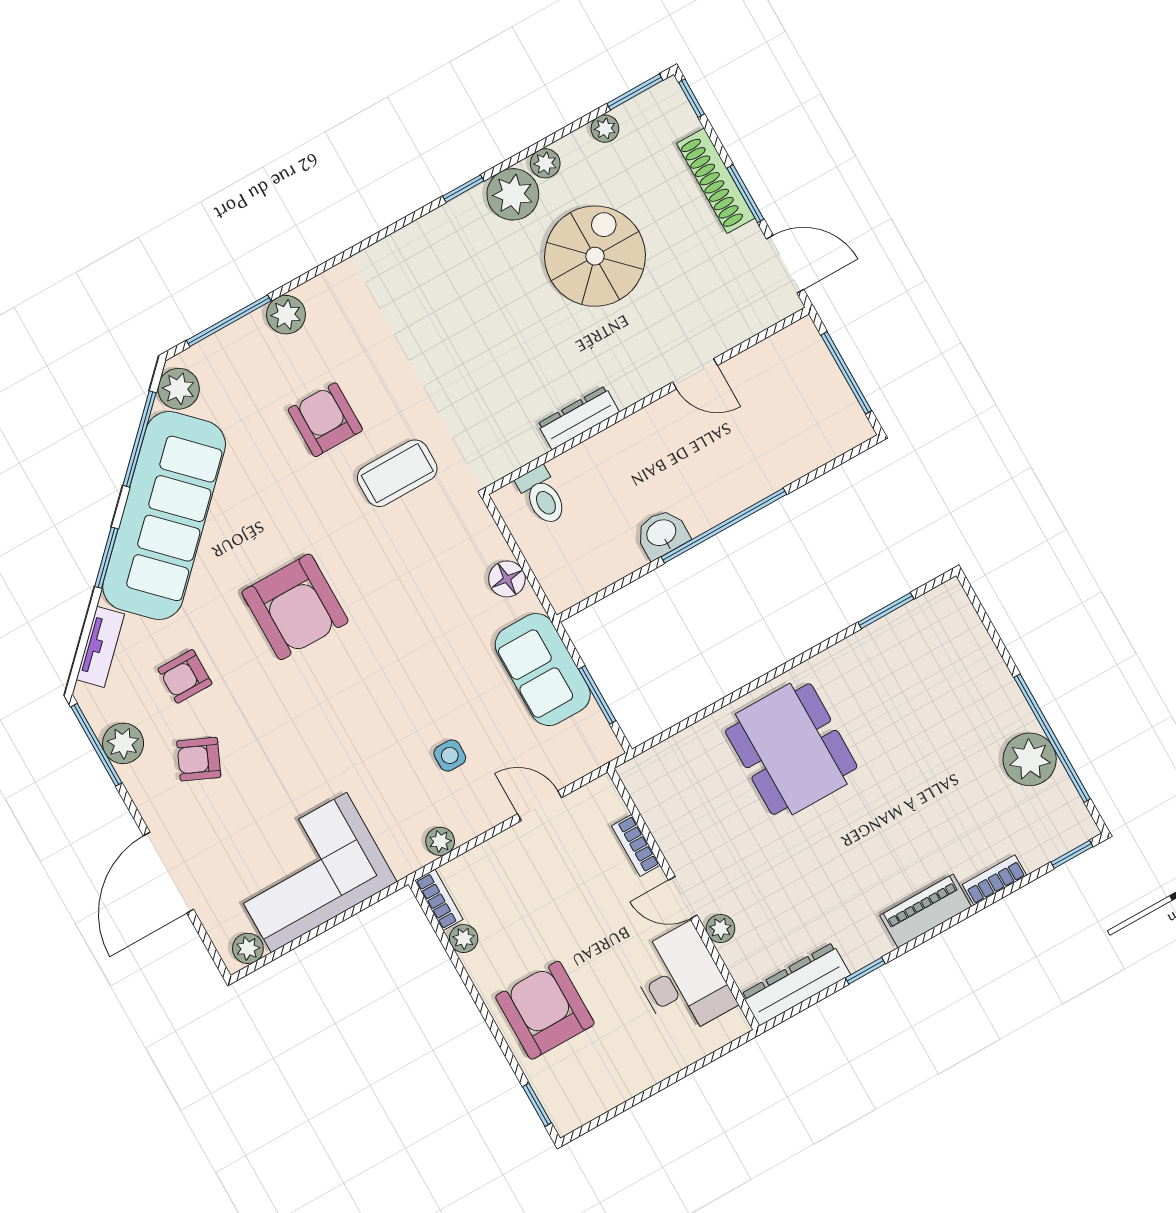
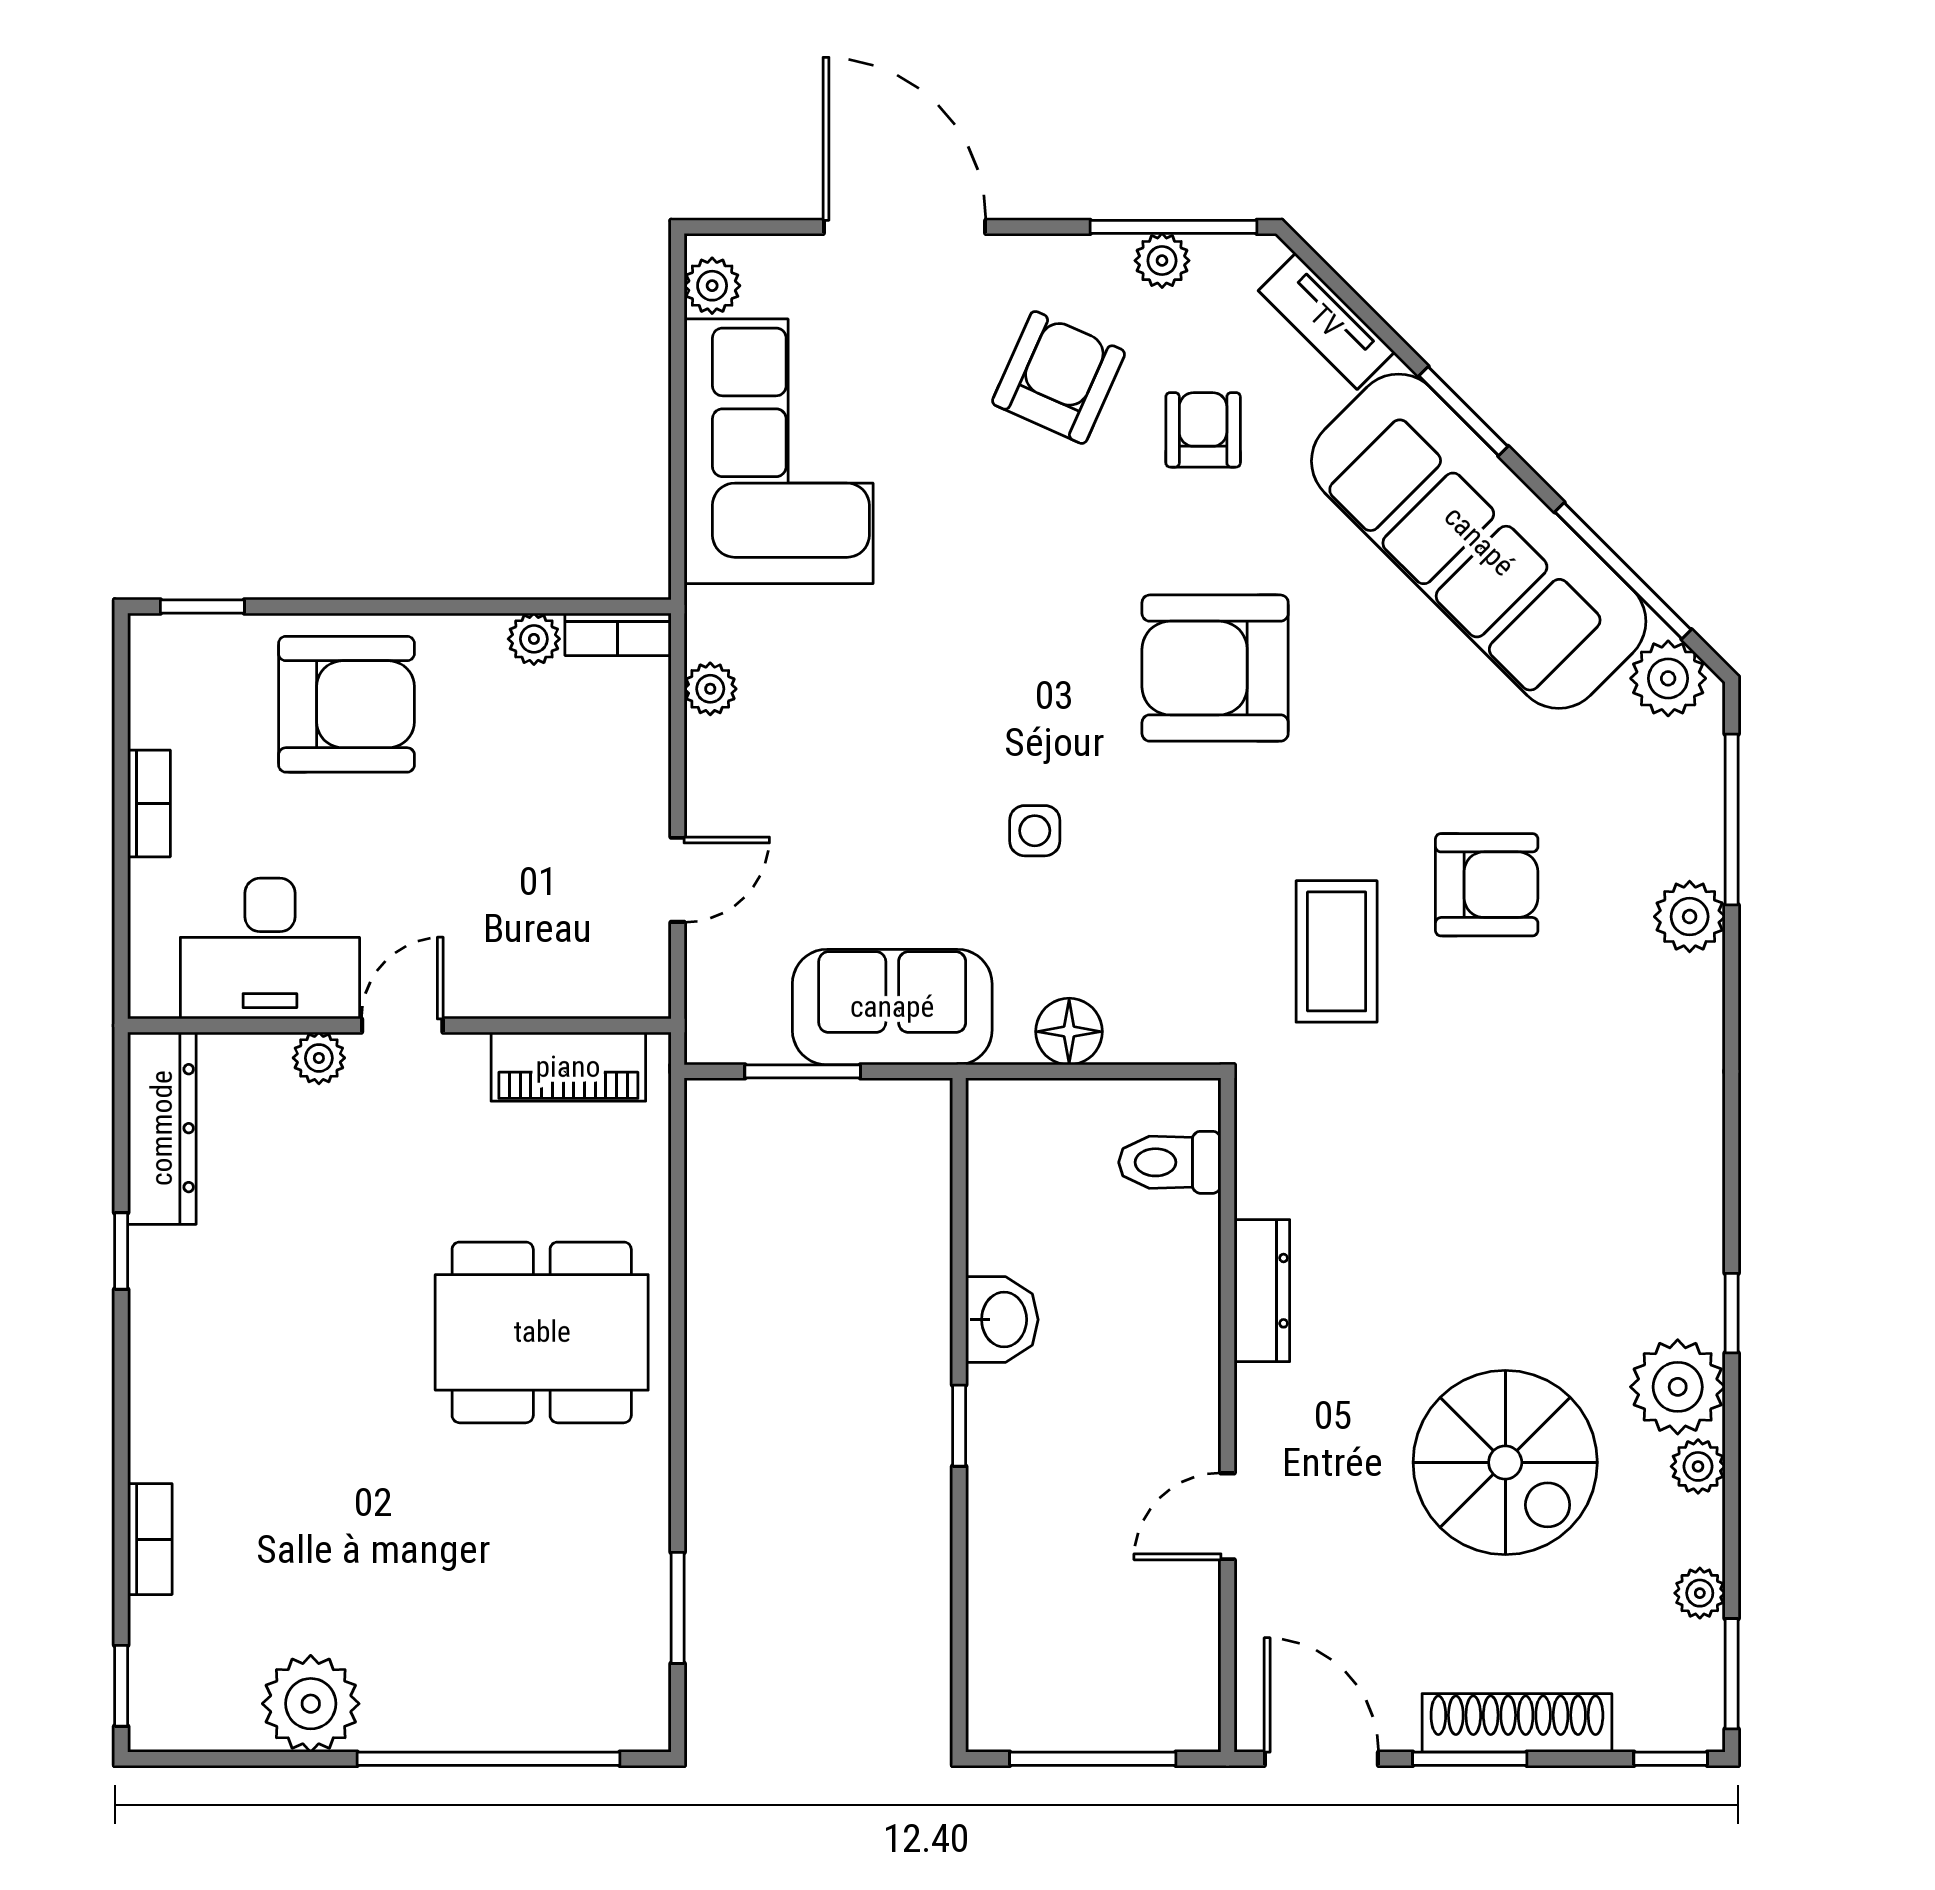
door: (785, 264) -> (1321, 1759), swing flipped
window: (724, 526) -> (959, 1426), width x0.32
window: (1052, 738) -> (489, 1759), moved
plant: (123, 743) -> (1162, 261), width x0.73, depth x0.73
side table: (450, 755) -> (1035, 831), moved
armchair: (199, 759) -> (1059, 377), width x1.38, depth x1.38
bookcase: (636, 845) -> (149, 803), moved, turned 90
piano: (926, 911) -> (568, 1067), moved, turned 90

